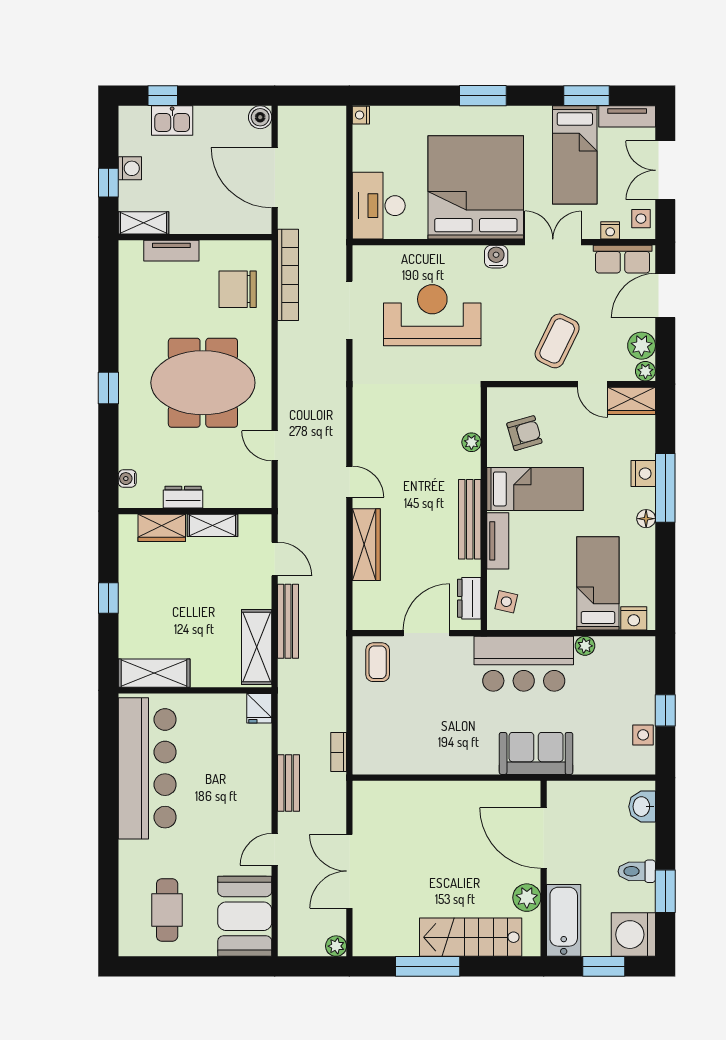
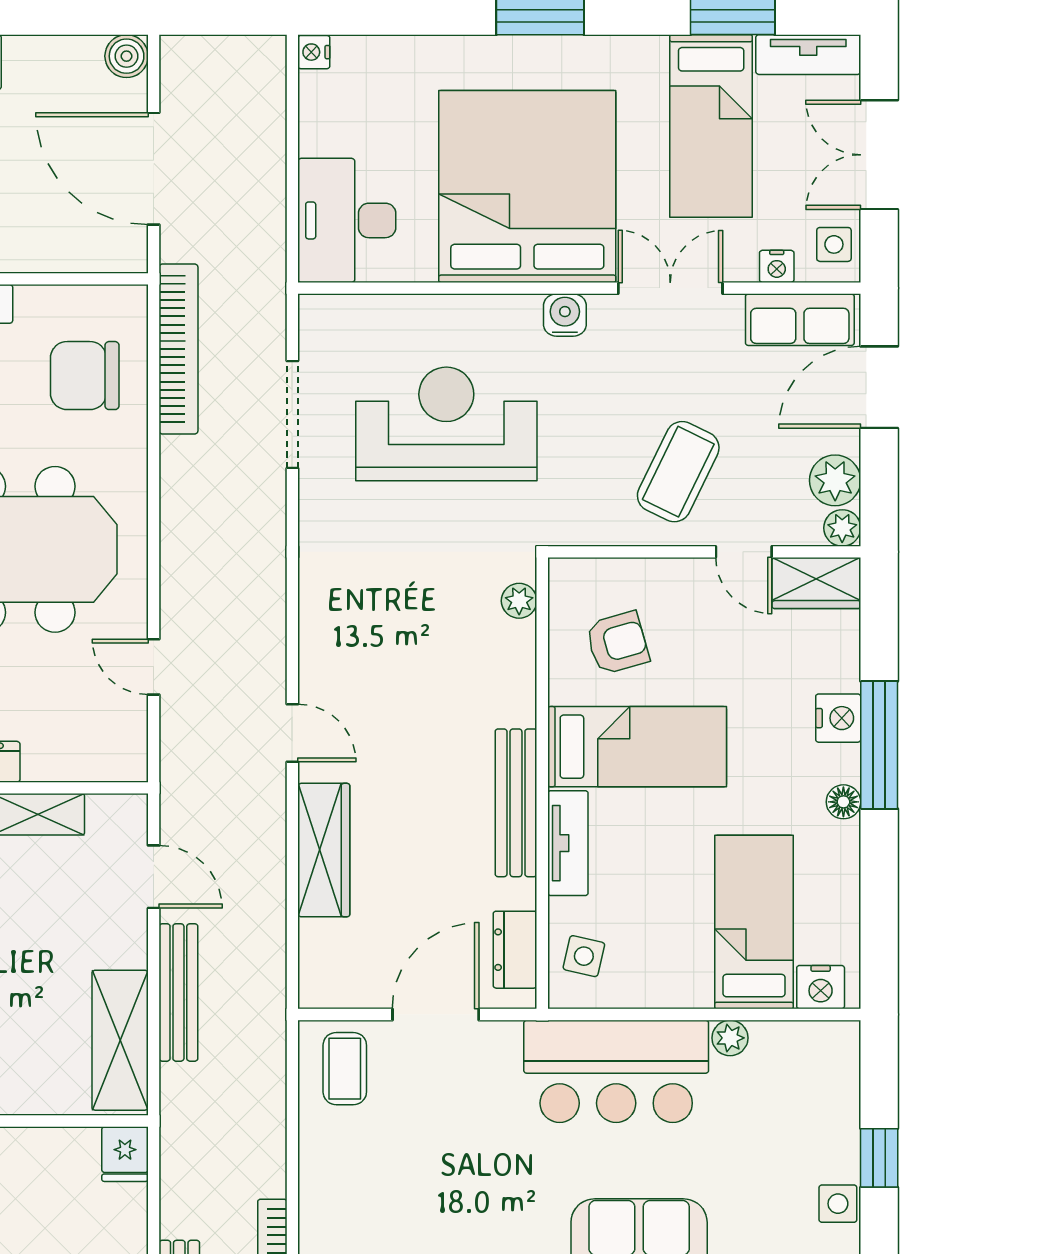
plant: (471, 442) -> (519, 601), moved

